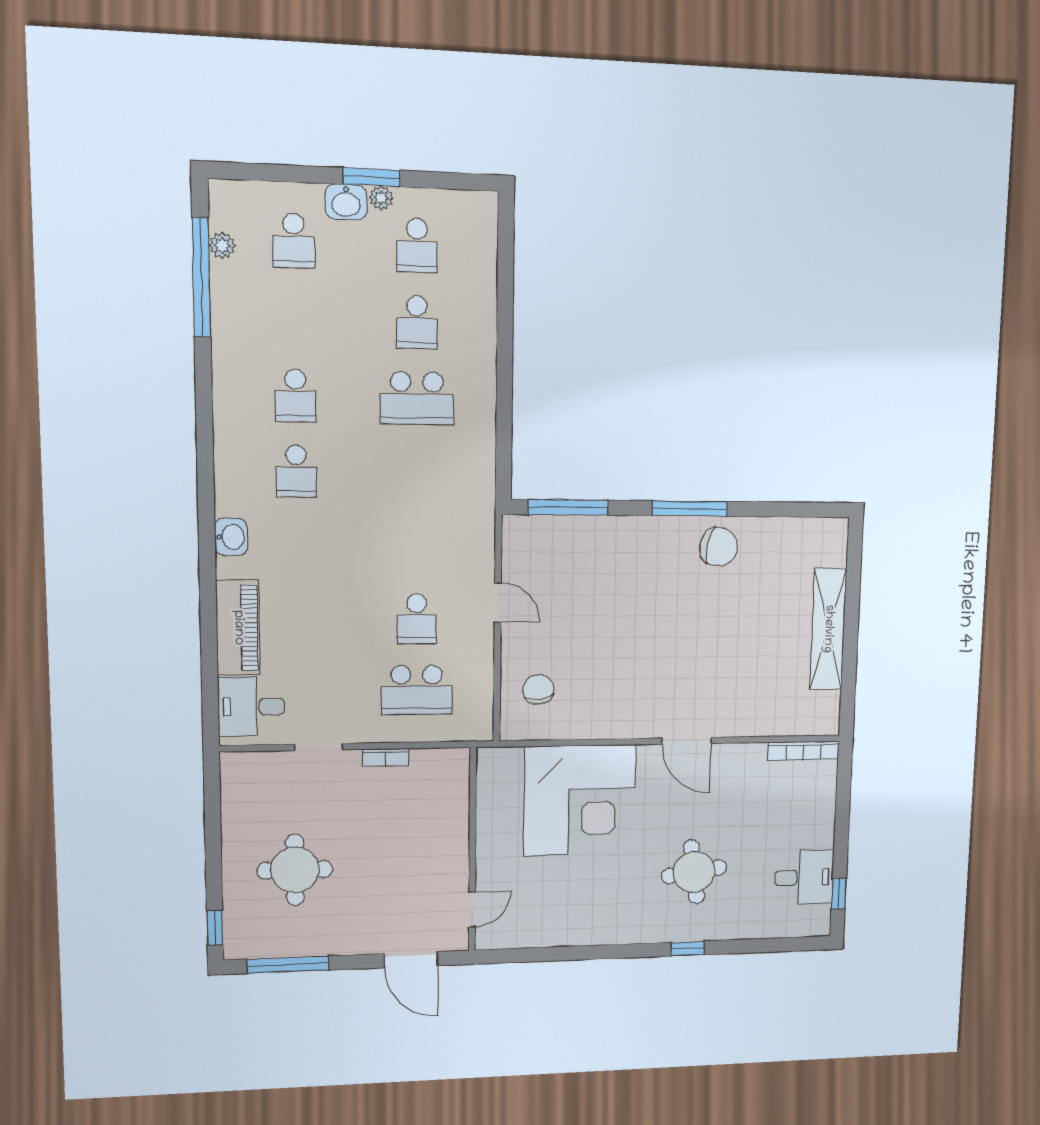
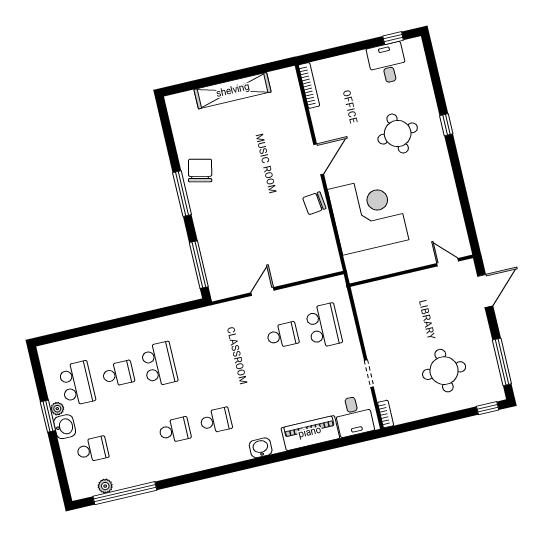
school desk: (417, 245) -> (77, 384), width x1.85
chair: (538, 690) -> (314, 203), moved
bookcase: (386, 758) -> (386, 414), moved

